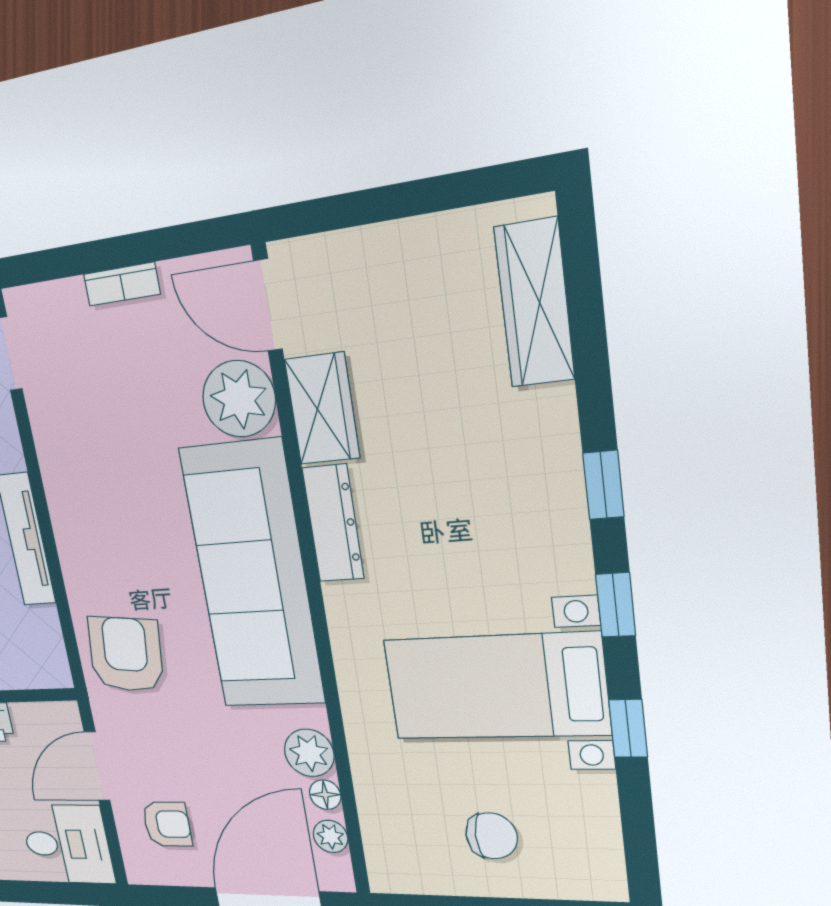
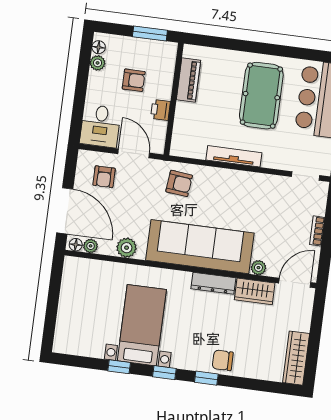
wardrobe: (535, 303) -> (296, 358), moved, turned -90
plant: (239, 399) -> (258, 268), width x0.53, depth x0.53
armchair: (126, 654) -> (179, 183), width x0.72, depth x0.72
floor lamp: (325, 795) -> (76, 245), moved
chair: (492, 836) -> (223, 360), moved, turned 90

